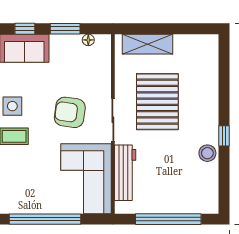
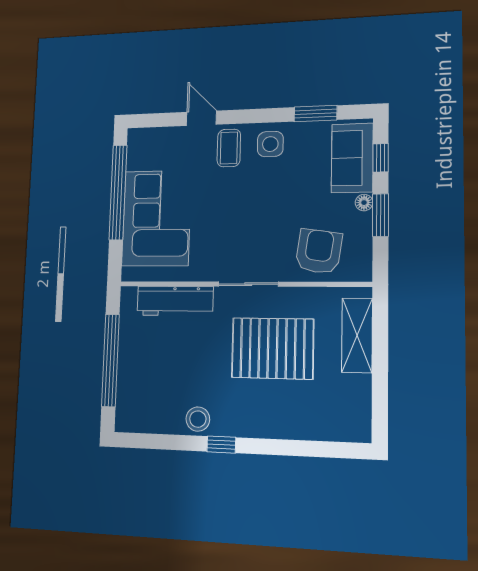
floor lamp: (88, 40) -> (364, 203), moved
armchair: (70, 112) -> (319, 251), moved
corner sofa: (86, 179) -> (156, 218), moved, turned 90

